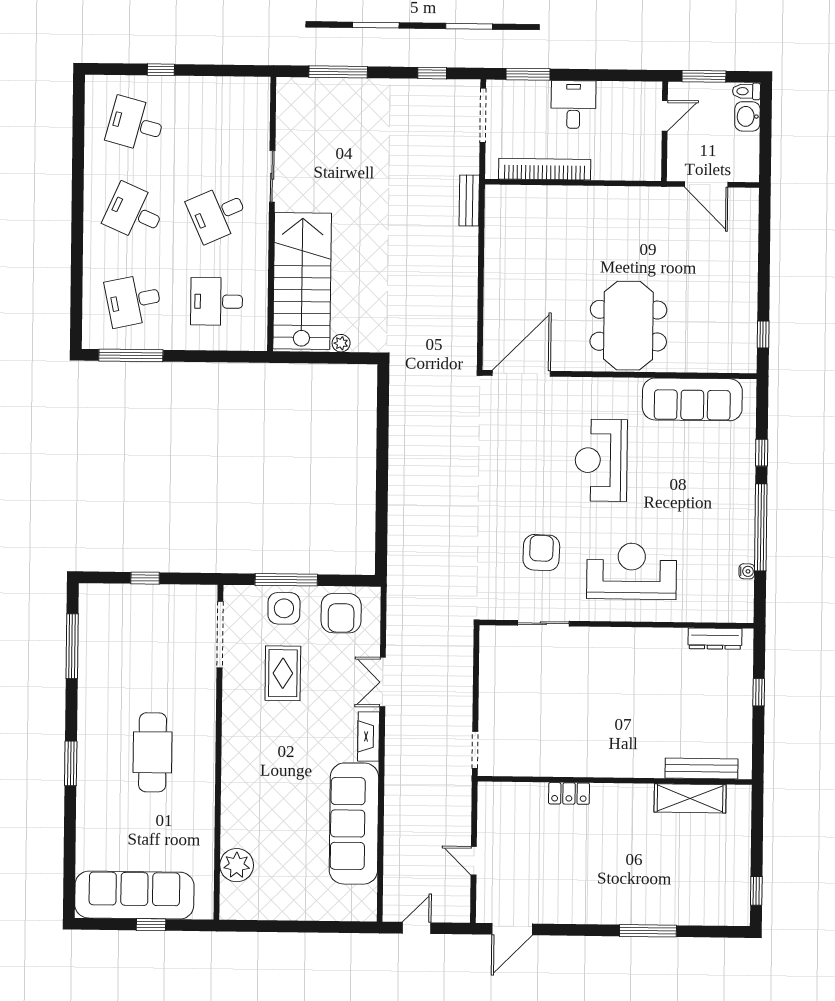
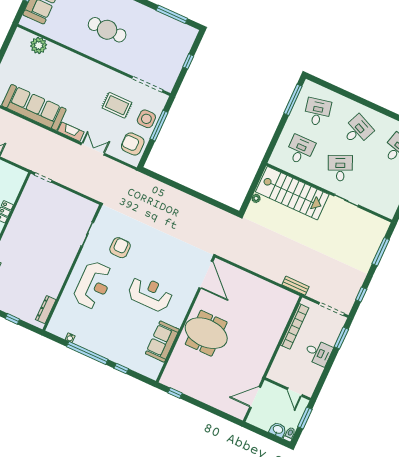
sofa: (692, 399) -> (162, 342), width x0.73
armchair: (541, 553) -> (120, 248), turned -92

